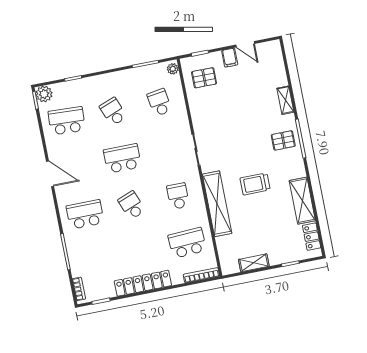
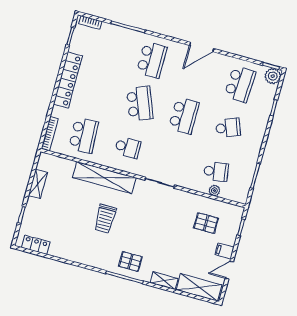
plant: (173, 69) -> (214, 191), moved
pallet: (204, 78) -> (206, 223), moved, turned 90
pallet: (283, 140) -> (130, 262), turned 90
trolley: (255, 184) -> (105, 219), turned 180
shelving: (302, 201) -> (199, 287), moved
school desk: (132, 205) -> (140, 104), width x1.85

